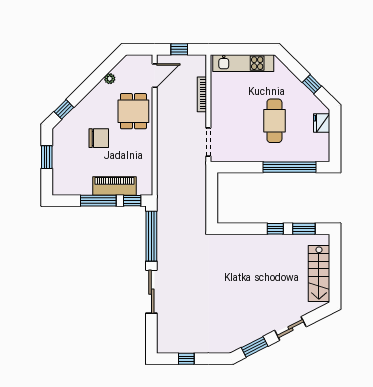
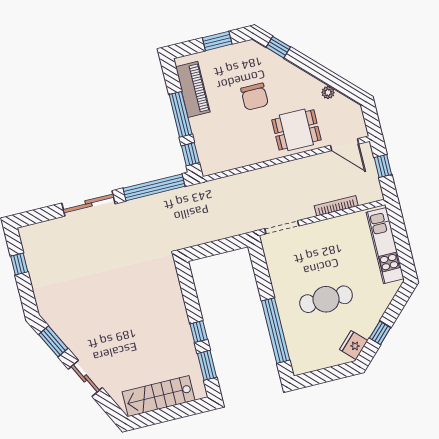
fridge: (322, 123) -> (354, 345), moved, turned -45
piano: (115, 186) -> (193, 89), moved

